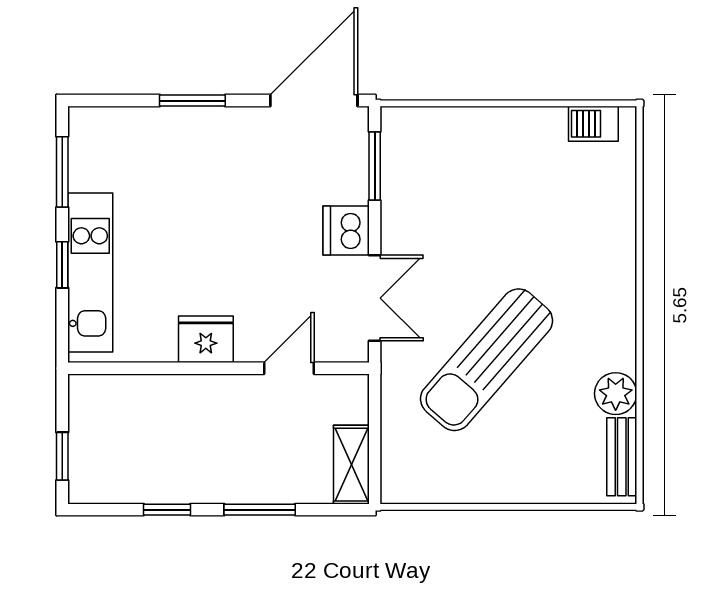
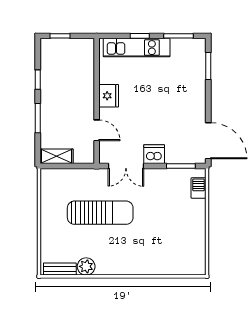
window: (192, 101) -> (208, 66), moved
barbecue: (593, 124) -> (199, 188), moved
sun lounger: (487, 360) -> (100, 213), turned 139

